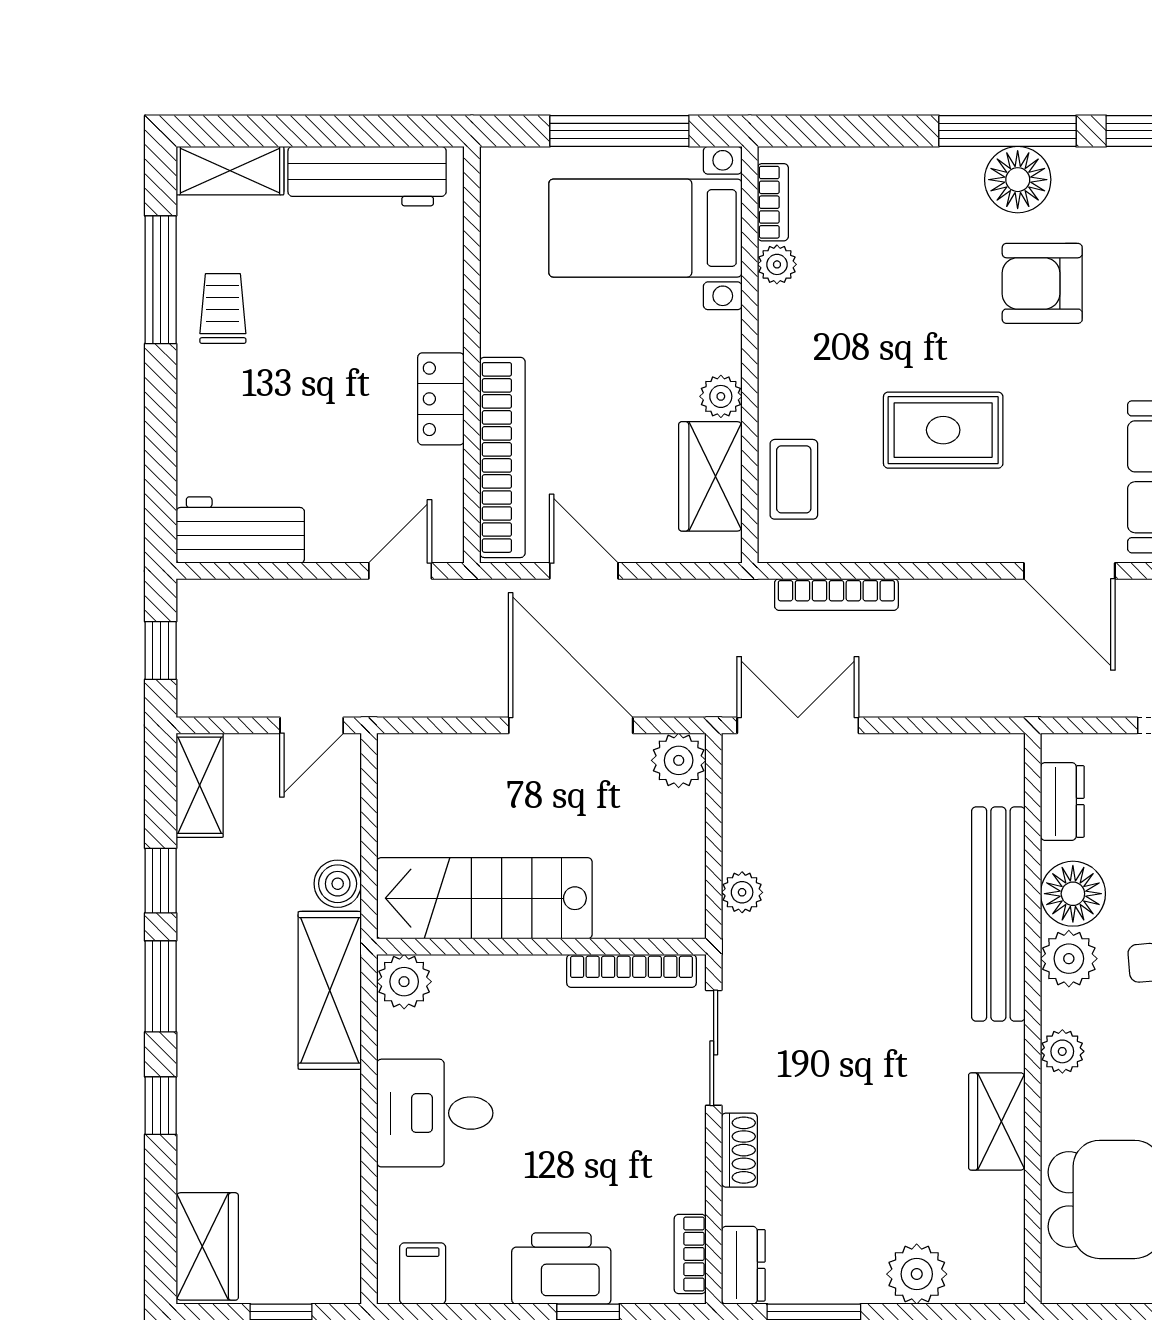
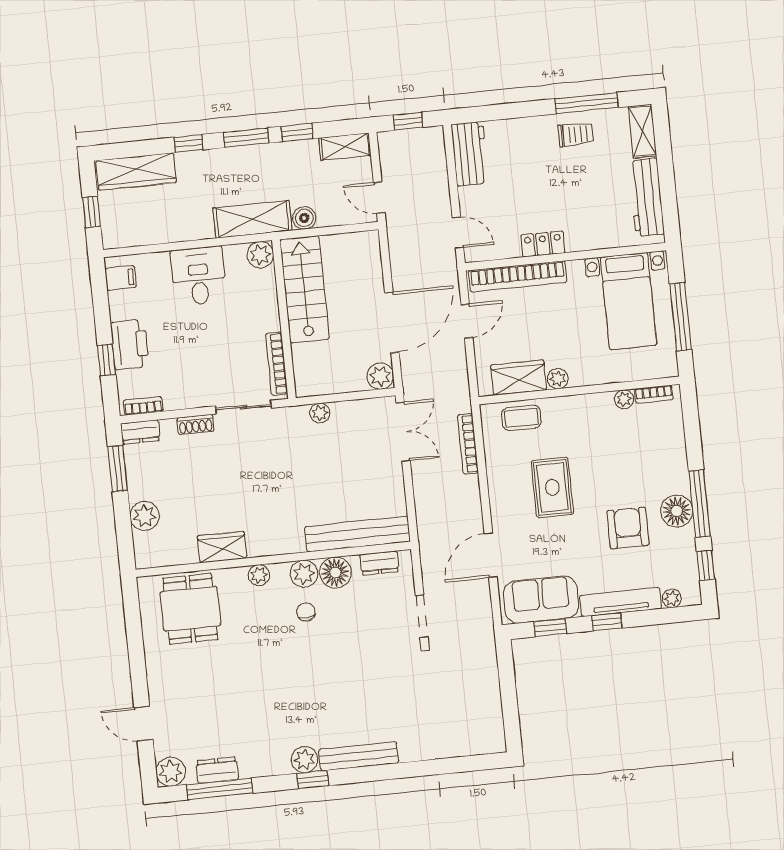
bed with nightstands: (645, 228) -> (629, 301), moved, turned 180
bench: (998, 914) -> (358, 534), moved
wardrobe: (207, 1246) -> (136, 172), width x1.50

